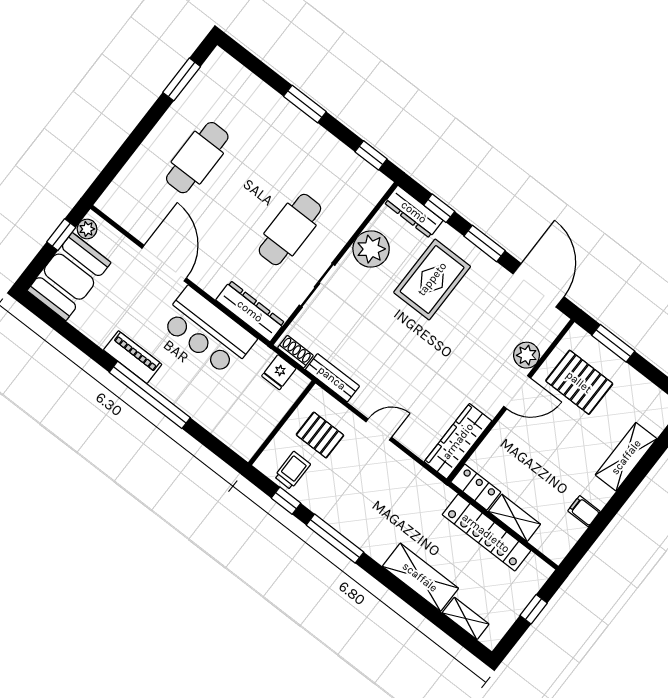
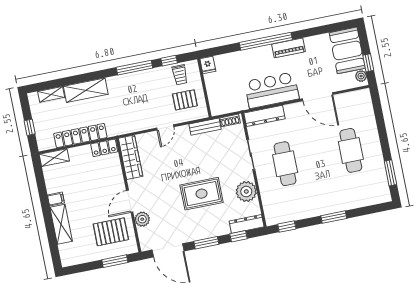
rug: (432, 279) -> (202, 194), moved, turned 90
fridge: (279, 372) -> (208, 65), moved, turned 180
filing cabinet: (584, 511) -> (56, 199), moved
shelving: (515, 518) -> (54, 158), moved

